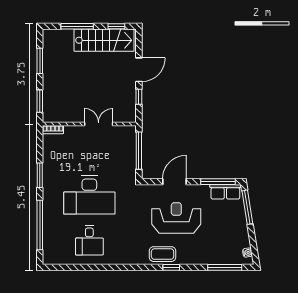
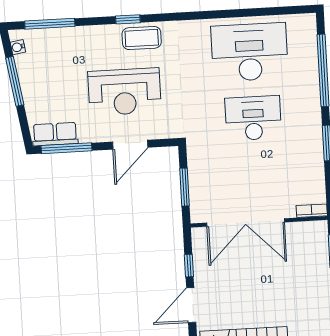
double door: (99, 124) -> (246, 222), width x1.87
window: (139, 151) -> (185, 187), width x0.69
desk: (89, 195) -> (253, 118), width x0.73, depth x0.77
window: (247, 207) -> (15, 81), moved
desk: (89, 240) -> (250, 52), width x1.87, depth x1.30

